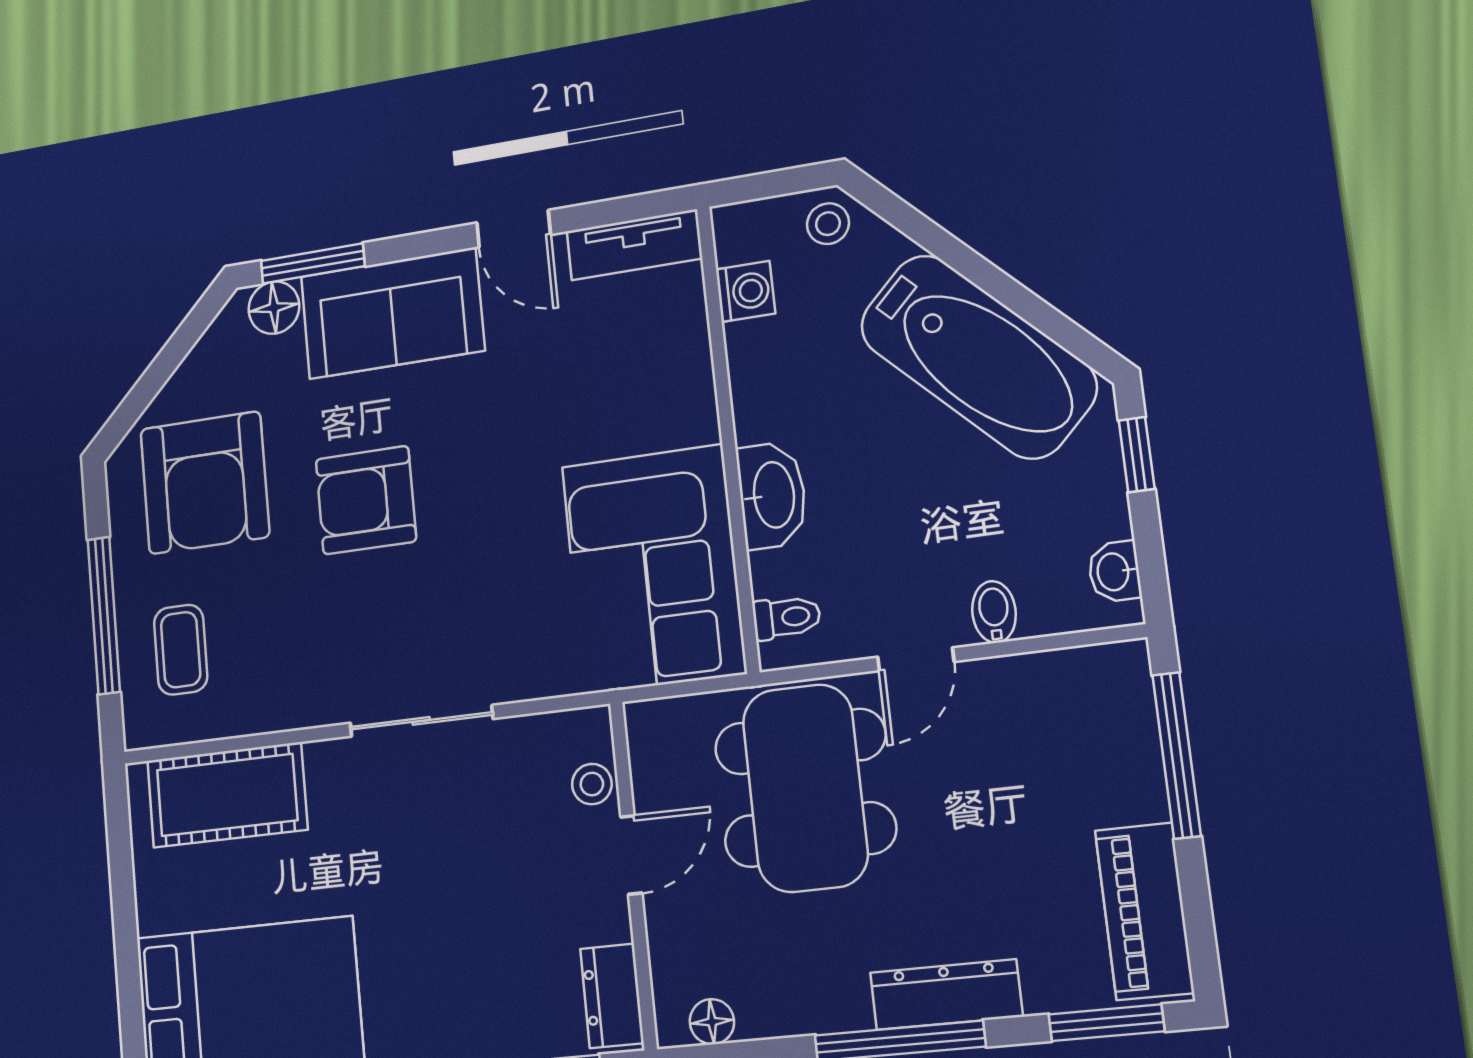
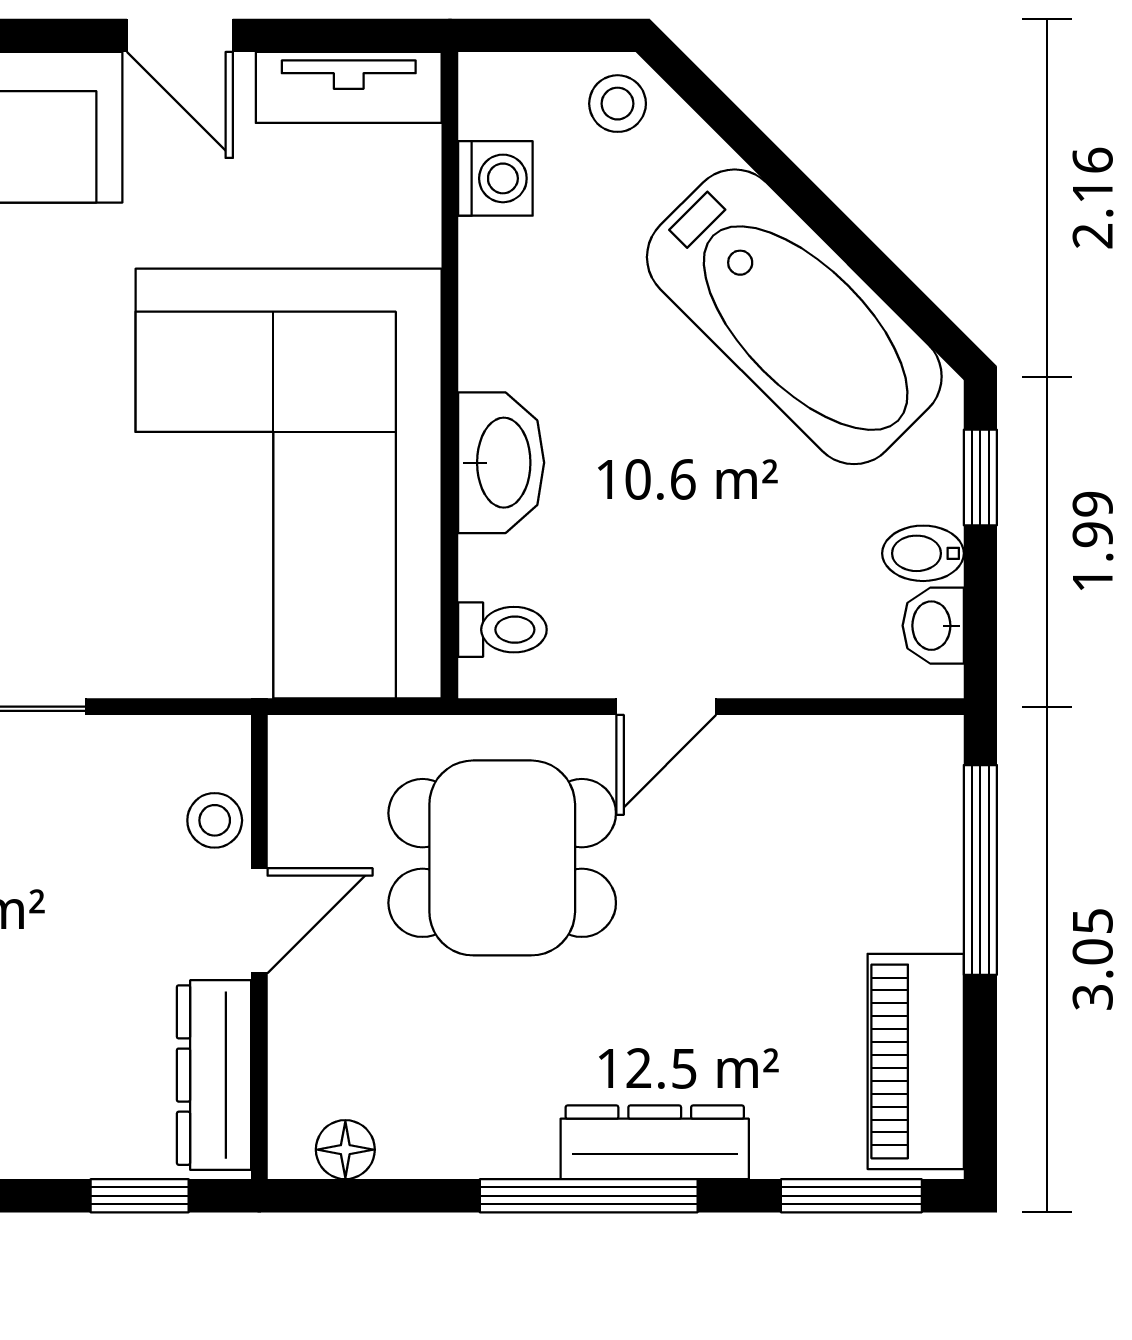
corner sofa: (653, 569) -> (289, 484), width x1.36, depth x1.36
bidet: (994, 612) -> (923, 553), moved, turned -90
dining table: (805, 788) -> (502, 858), width x0.73
dresser: (612, 996) -> (214, 1075), width x1.44

